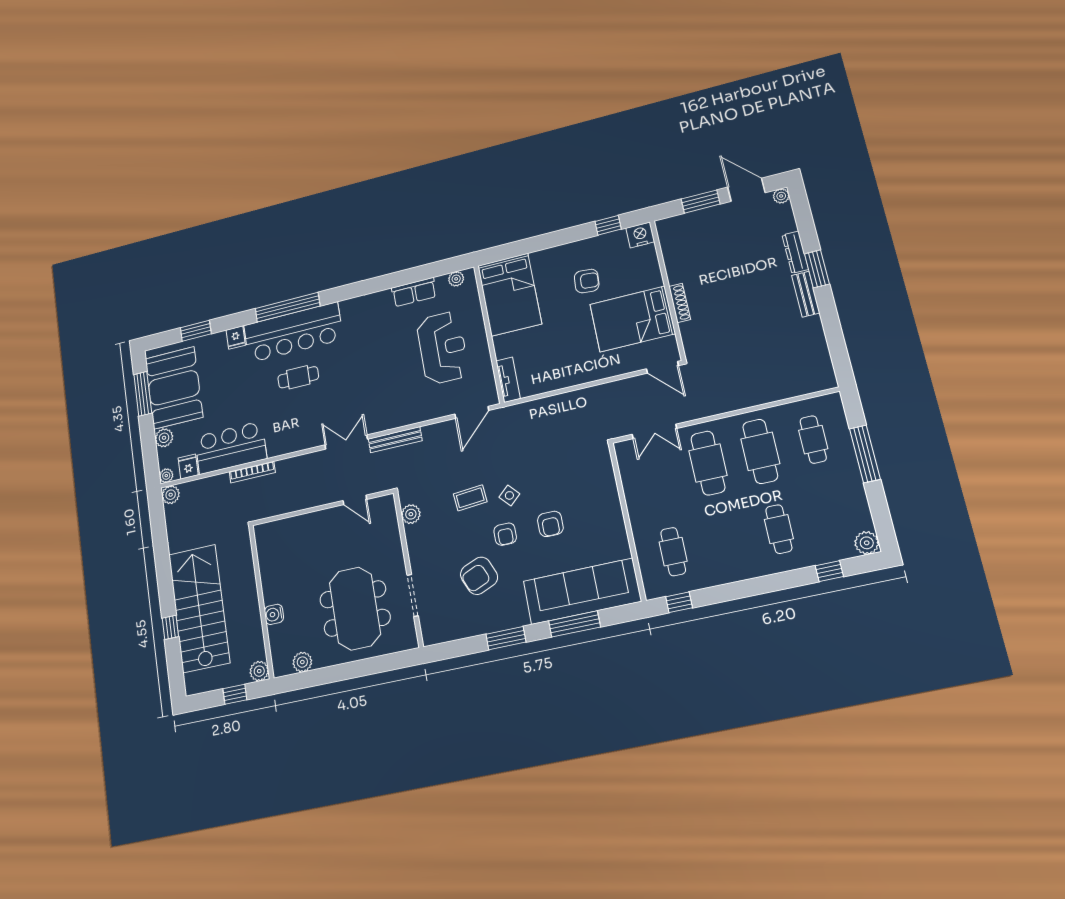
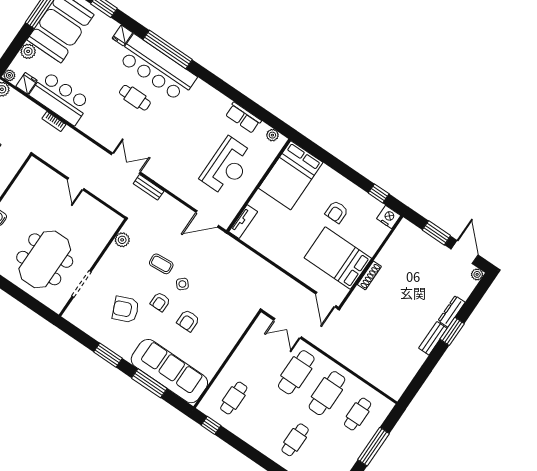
armchair: (587, 281) -> (337, 212), turned 85
bench: (395, 440) -> (149, 187), width x0.73
bookcase: (252, 472) -> (54, 121), width x0.64
door: (355, 500) -> (76, 184), moved

